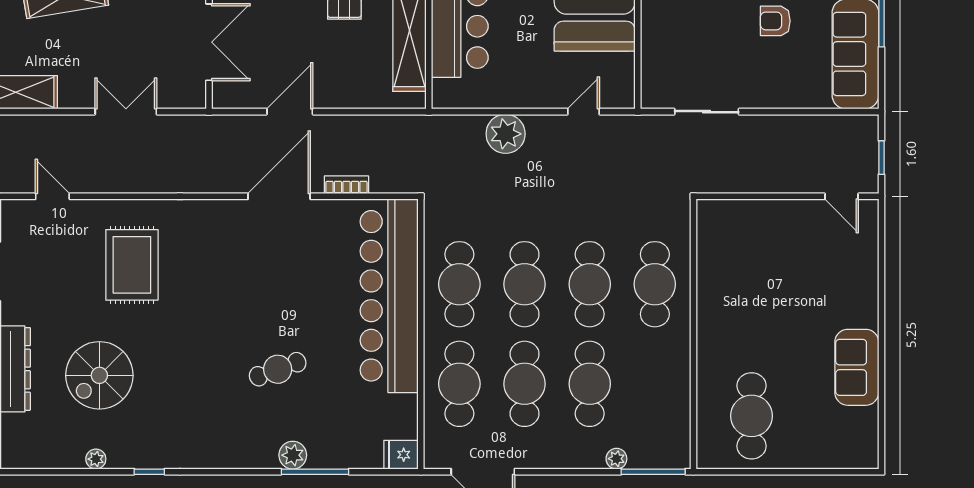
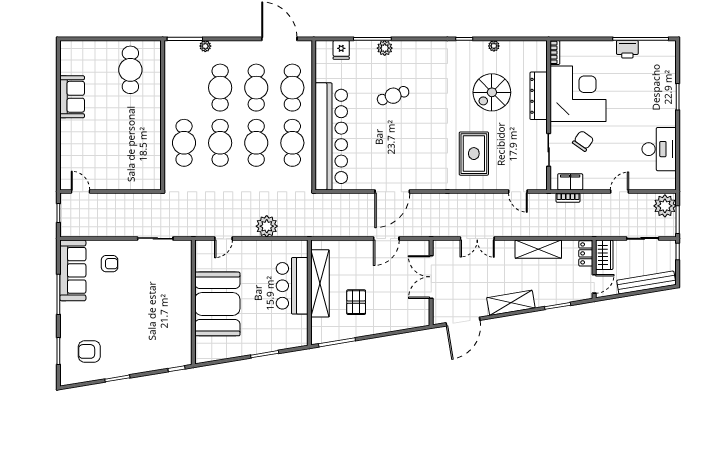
armchair: (775, 21) -> (110, 264), moved
bookcase: (346, 185) -> (355, 198), removed
spiral stairs: (99, 375) -> (492, 92), turned 180
fridge: (401, 455) -> (341, 50), moved, turned 90

